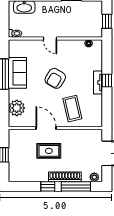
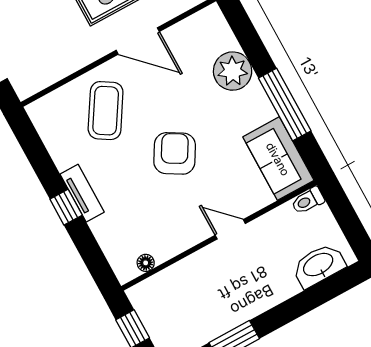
sofa: (17, 73) -> (278, 159), moved
plant: (17, 108) -> (233, 71), moved
coffee table: (72, 109) -> (106, 111), turned 45

